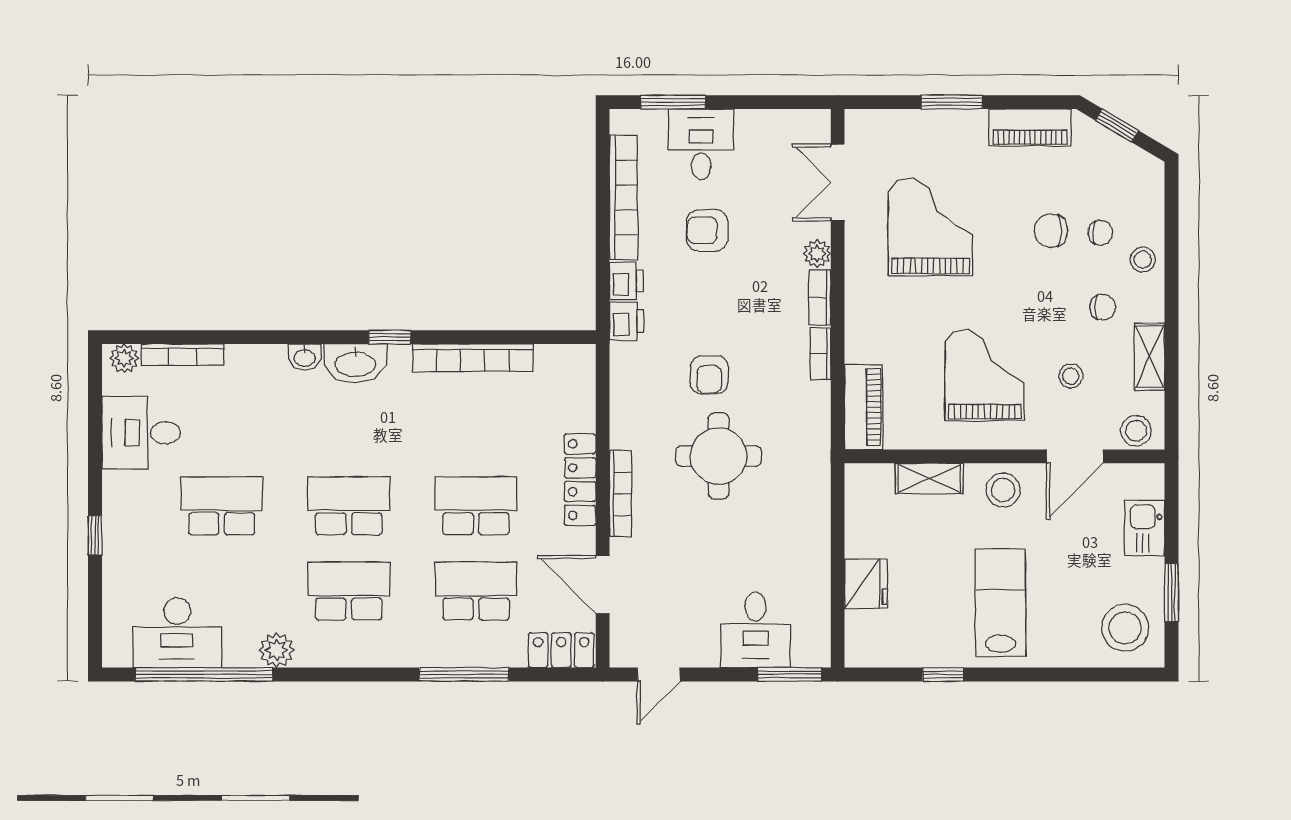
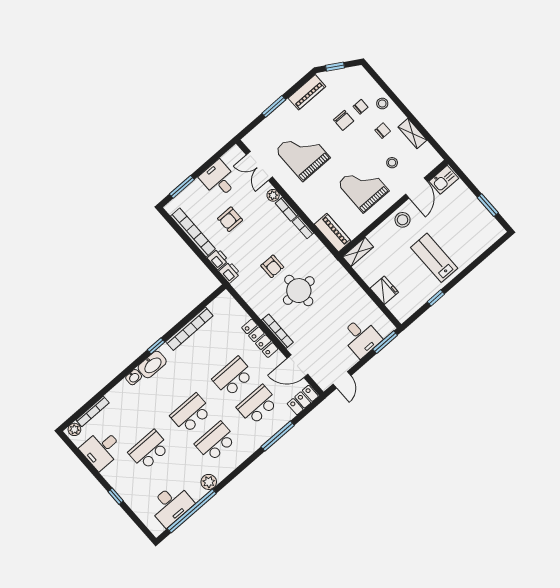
desk: (701, 144) -> (219, 179), moved
chair: (1051, 231) -> (344, 120), turned -90
stool: (1136, 431) -> (429, 162), removed
shelving: (929, 478) -> (358, 252), moved
kitchen sink: (1145, 528) -> (444, 180), moved, turned -90
stool: (1125, 628) -> (483, 230), removed

